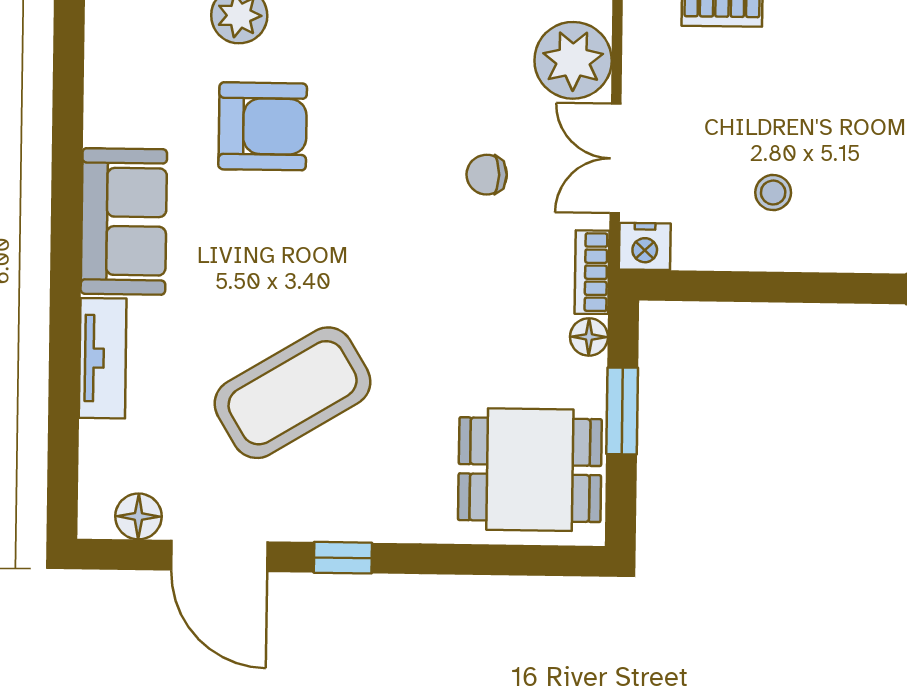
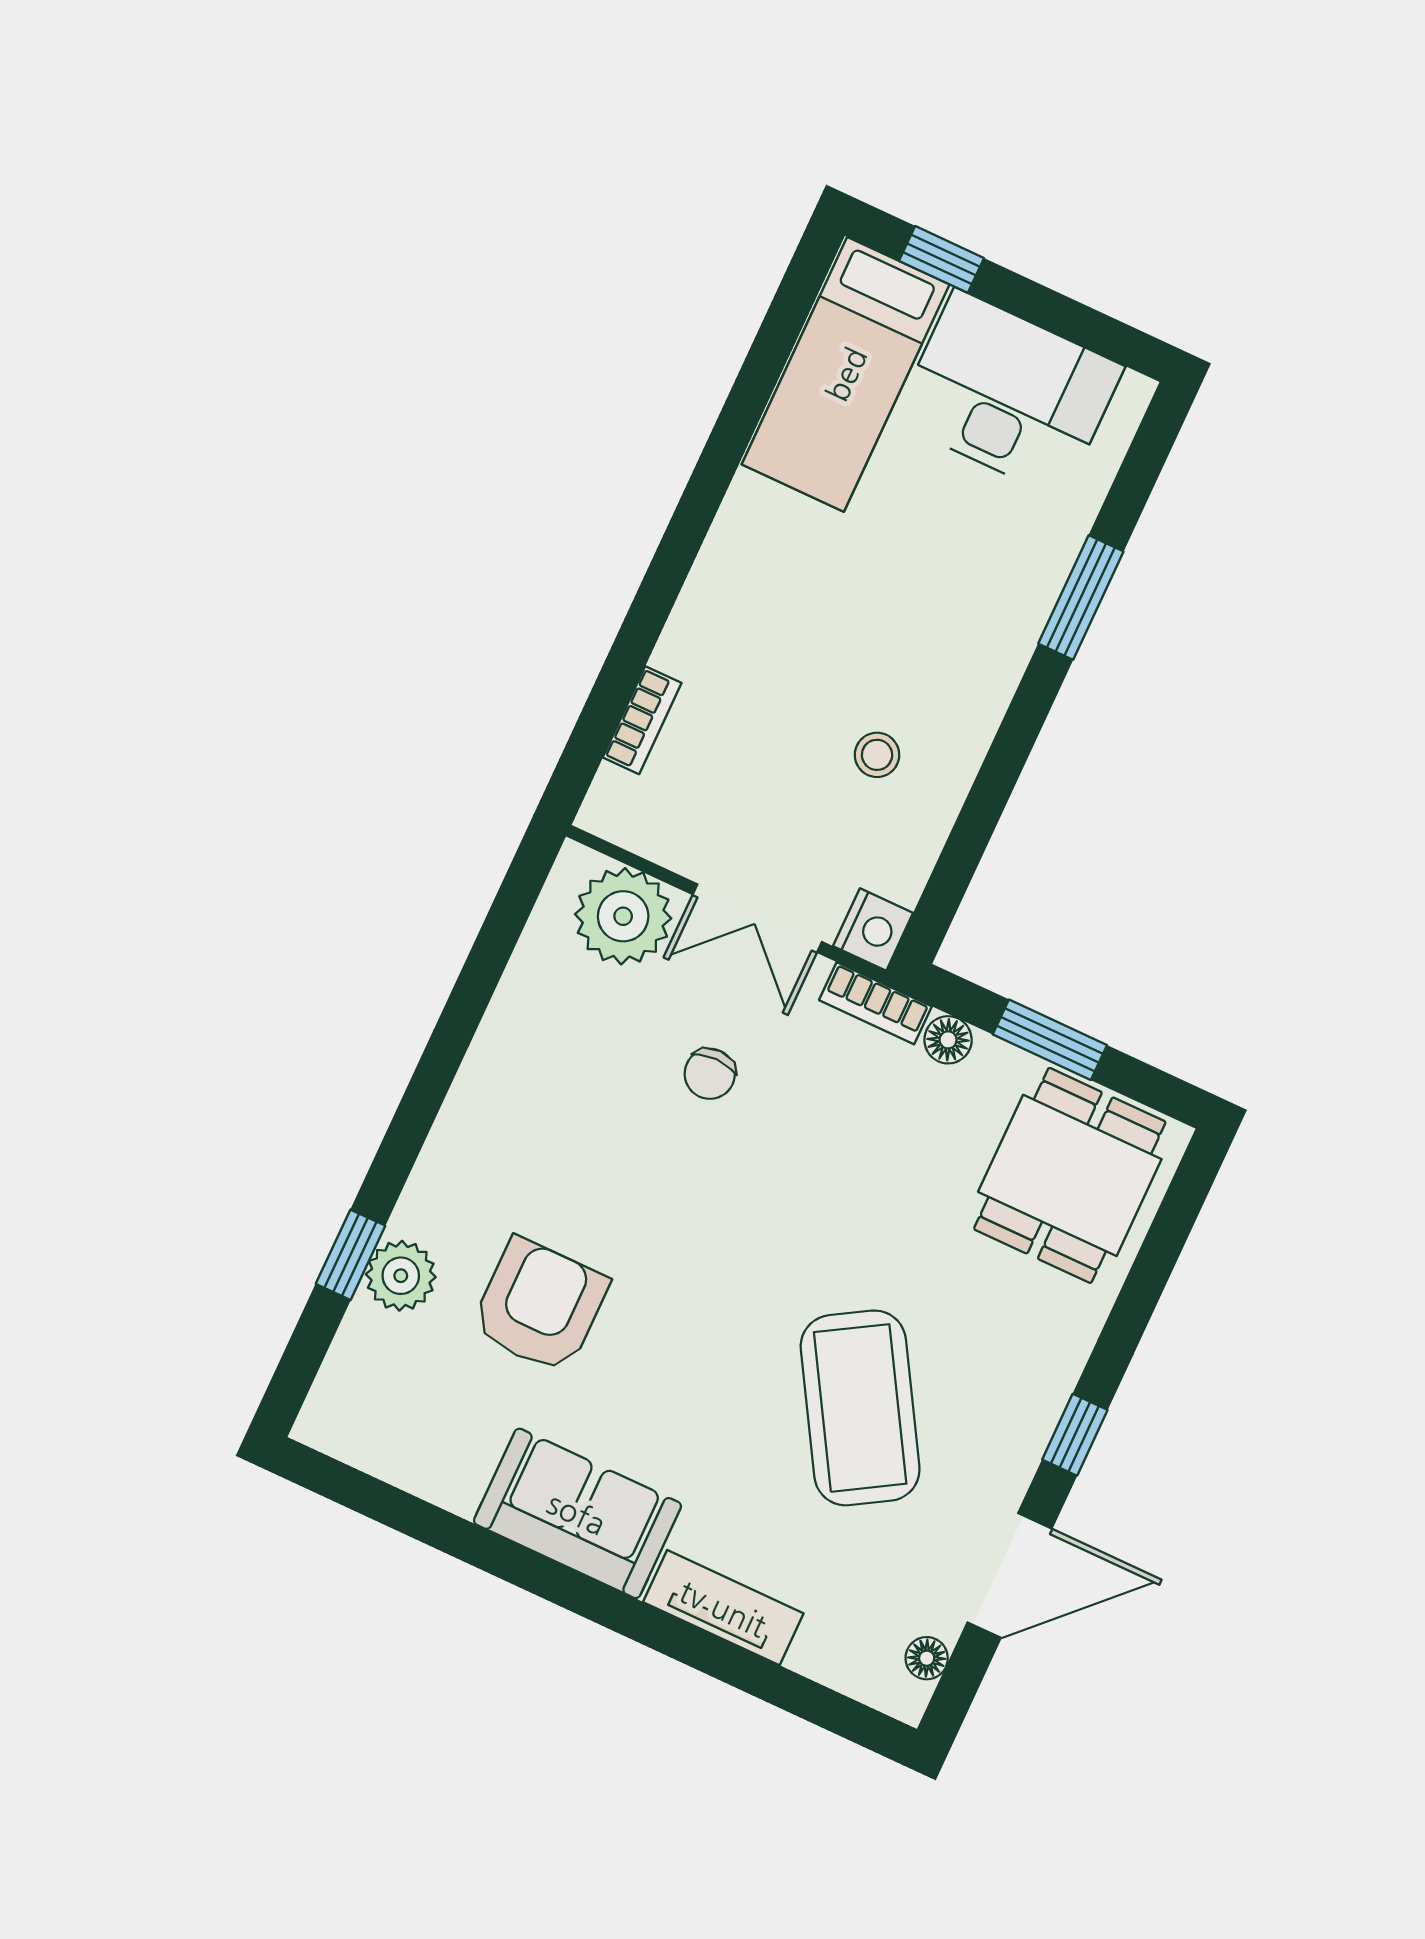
floor lamp: (138, 516) -> (927, 1658), width x0.73, depth x0.73

